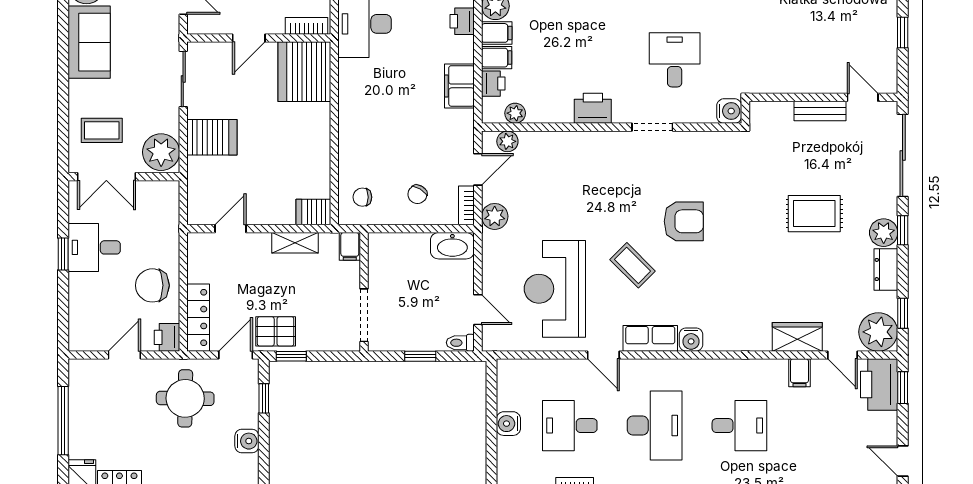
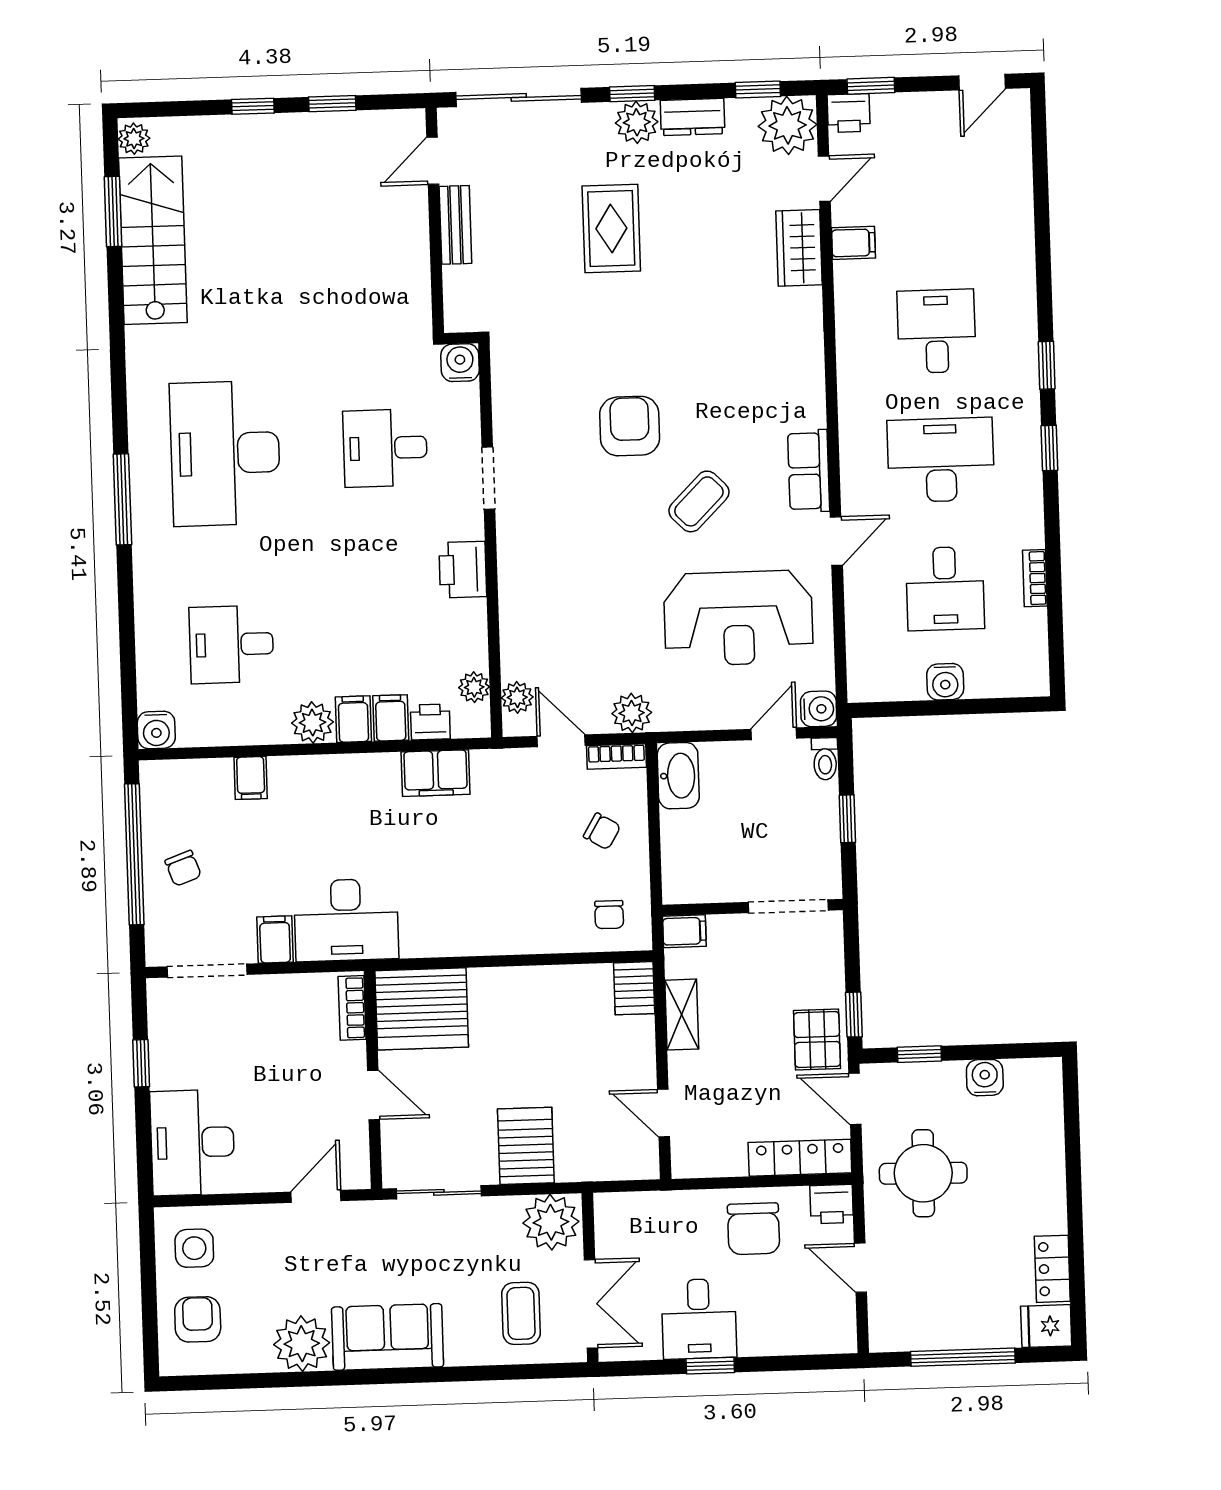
printer: (462, 21) -> (337, 772), removed
water cooler: (691, 340) -> (819, 709), moved
printer: (879, 384) -> (849, 113), width x0.53, depth x0.68

